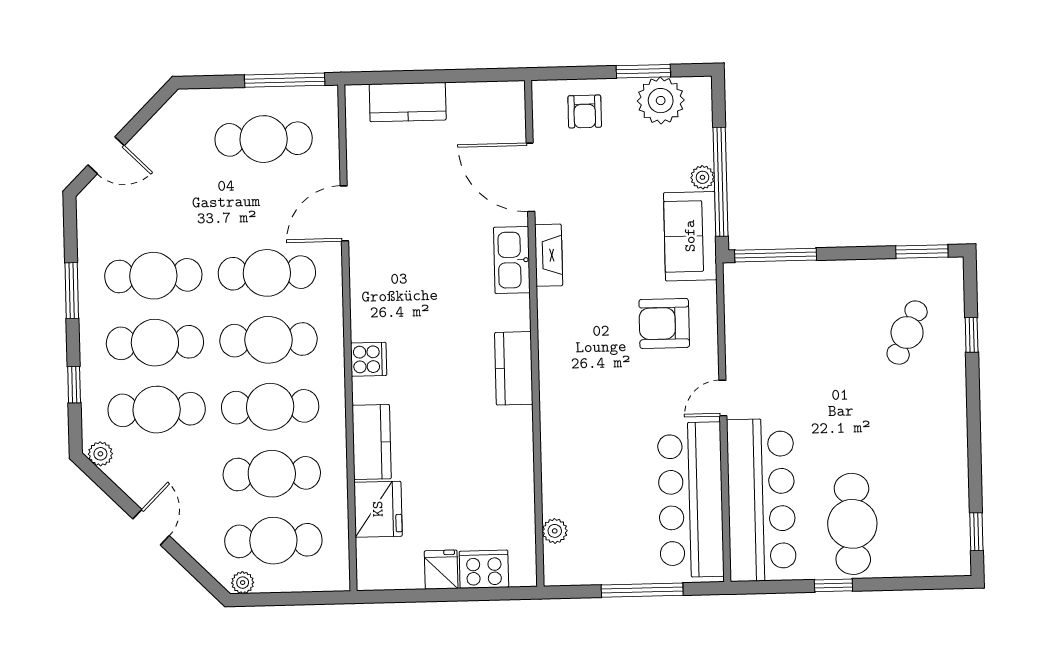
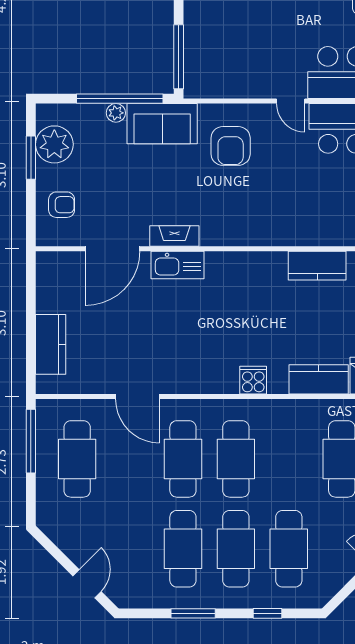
kitchen counter: (514, 368) -> (317, 266), moved
cafe table: (270, 407) -> (289, 459), removed
plant: (100, 454) -> (323, 594), removed

